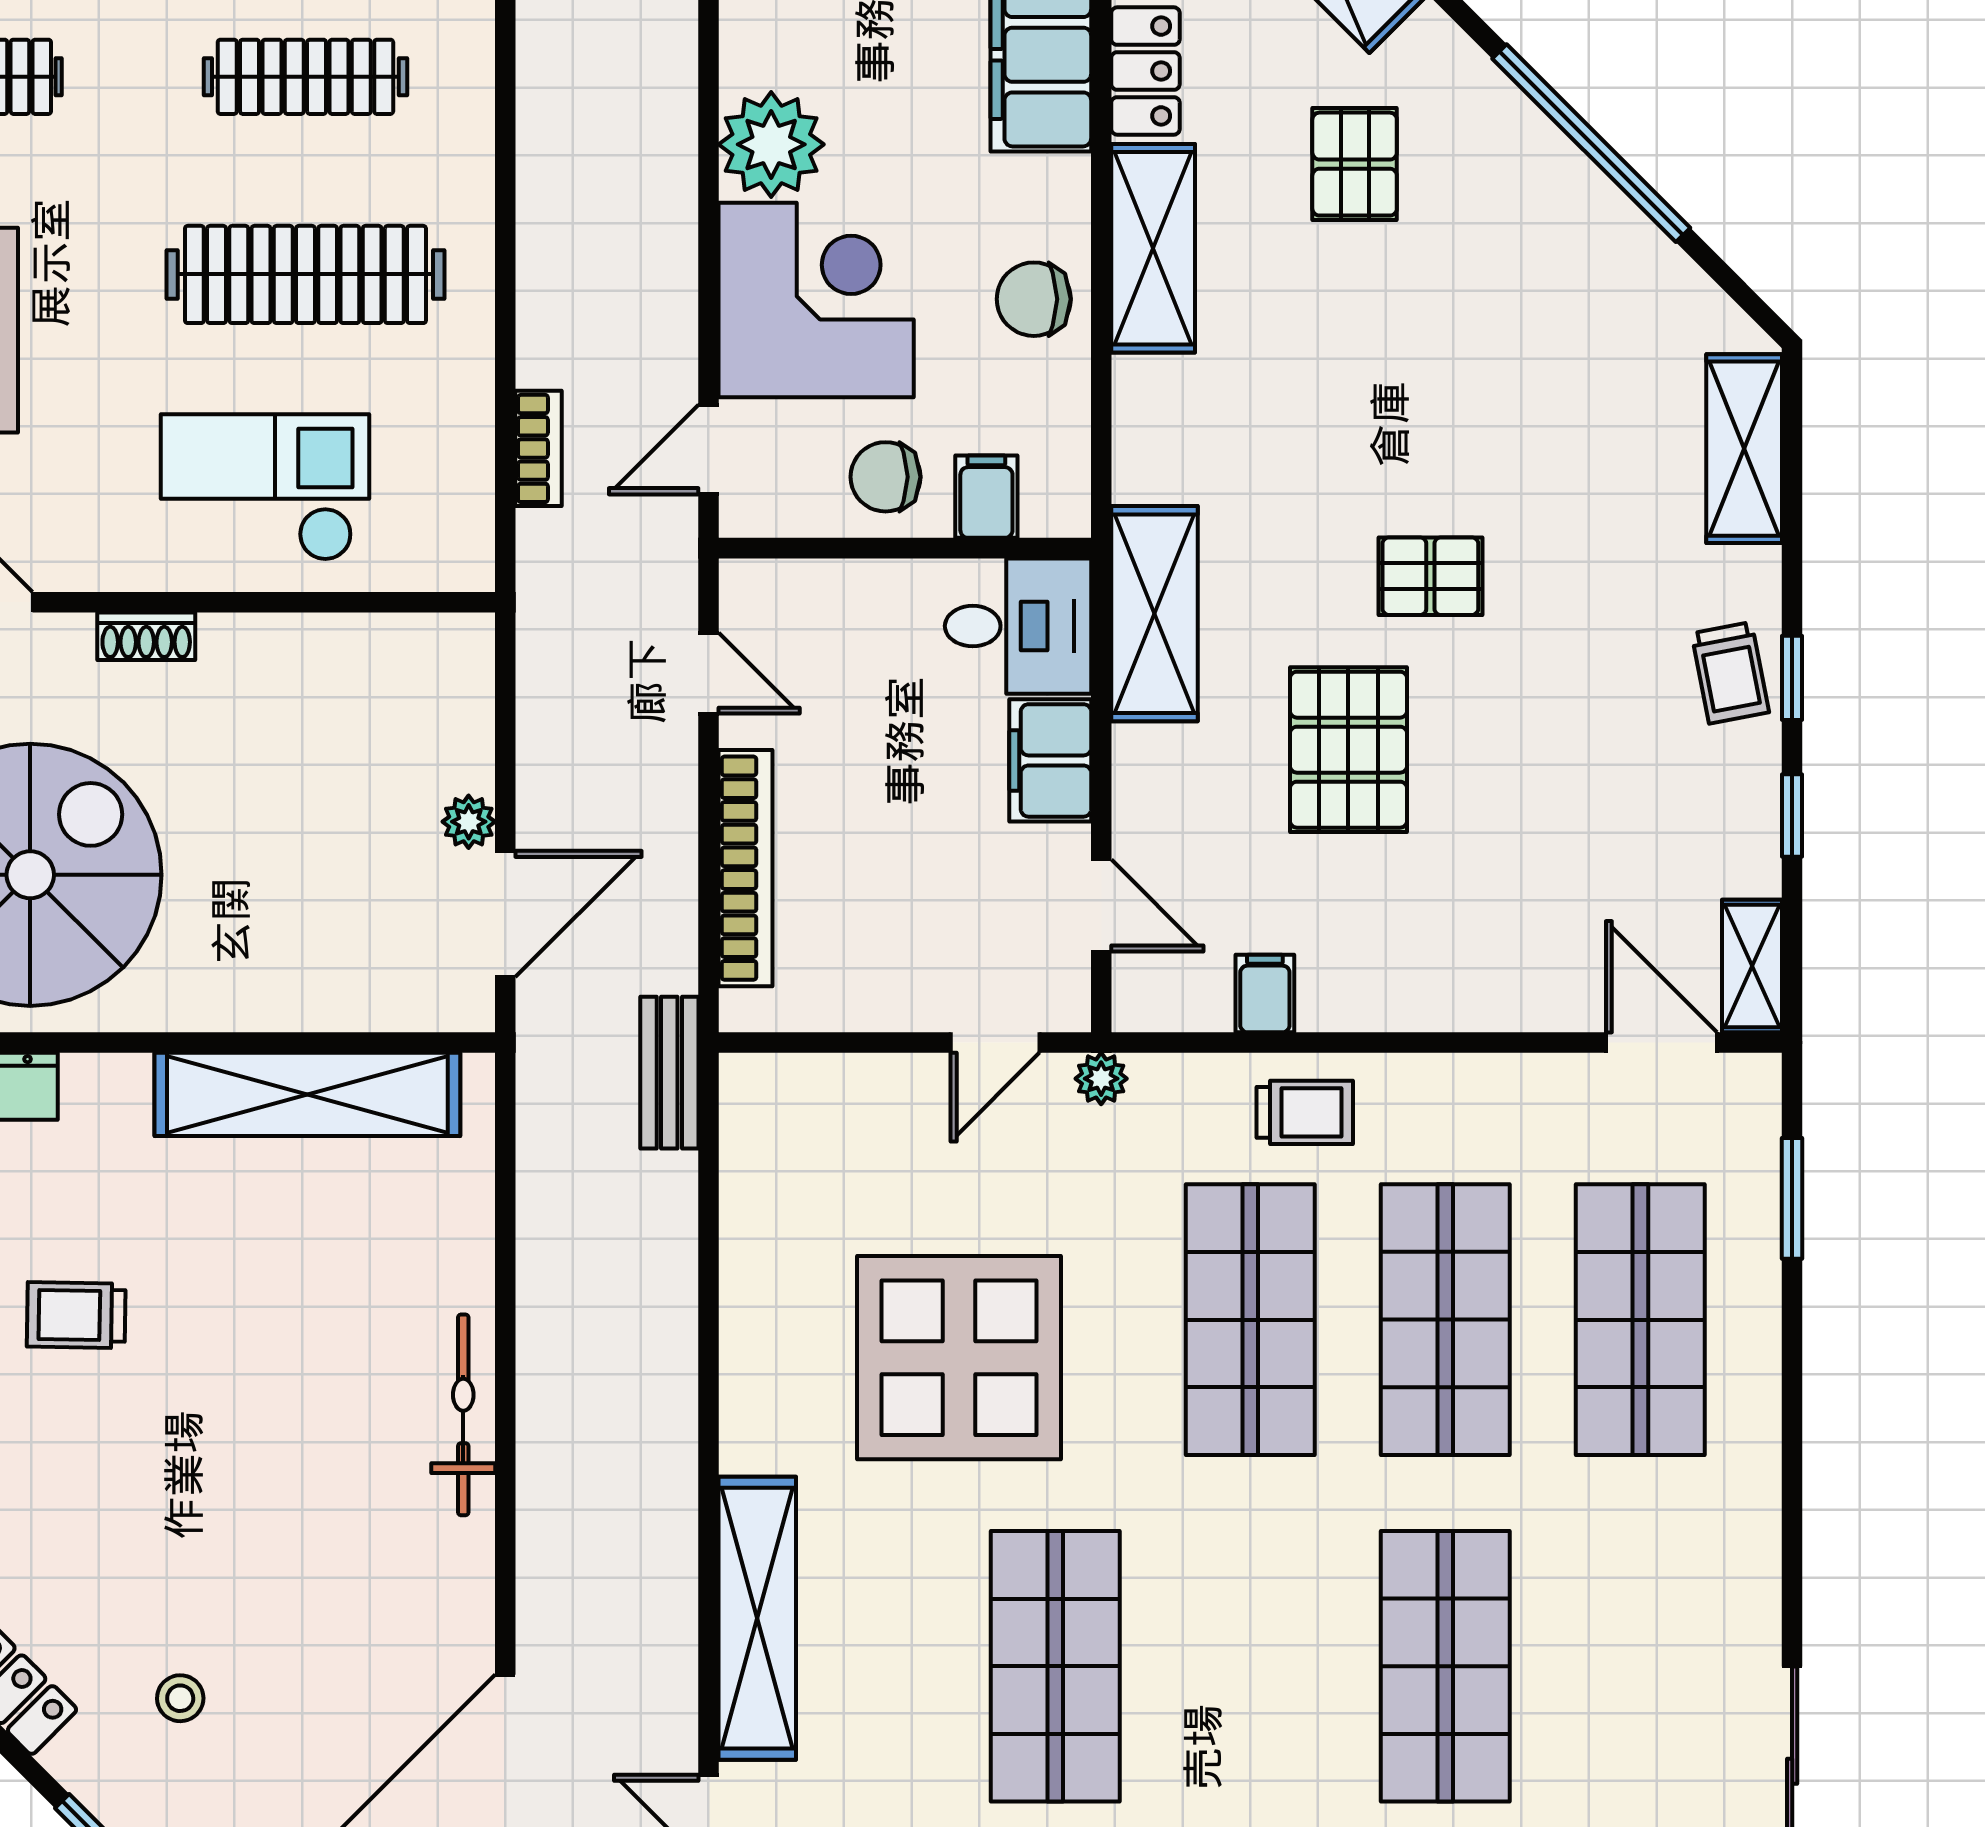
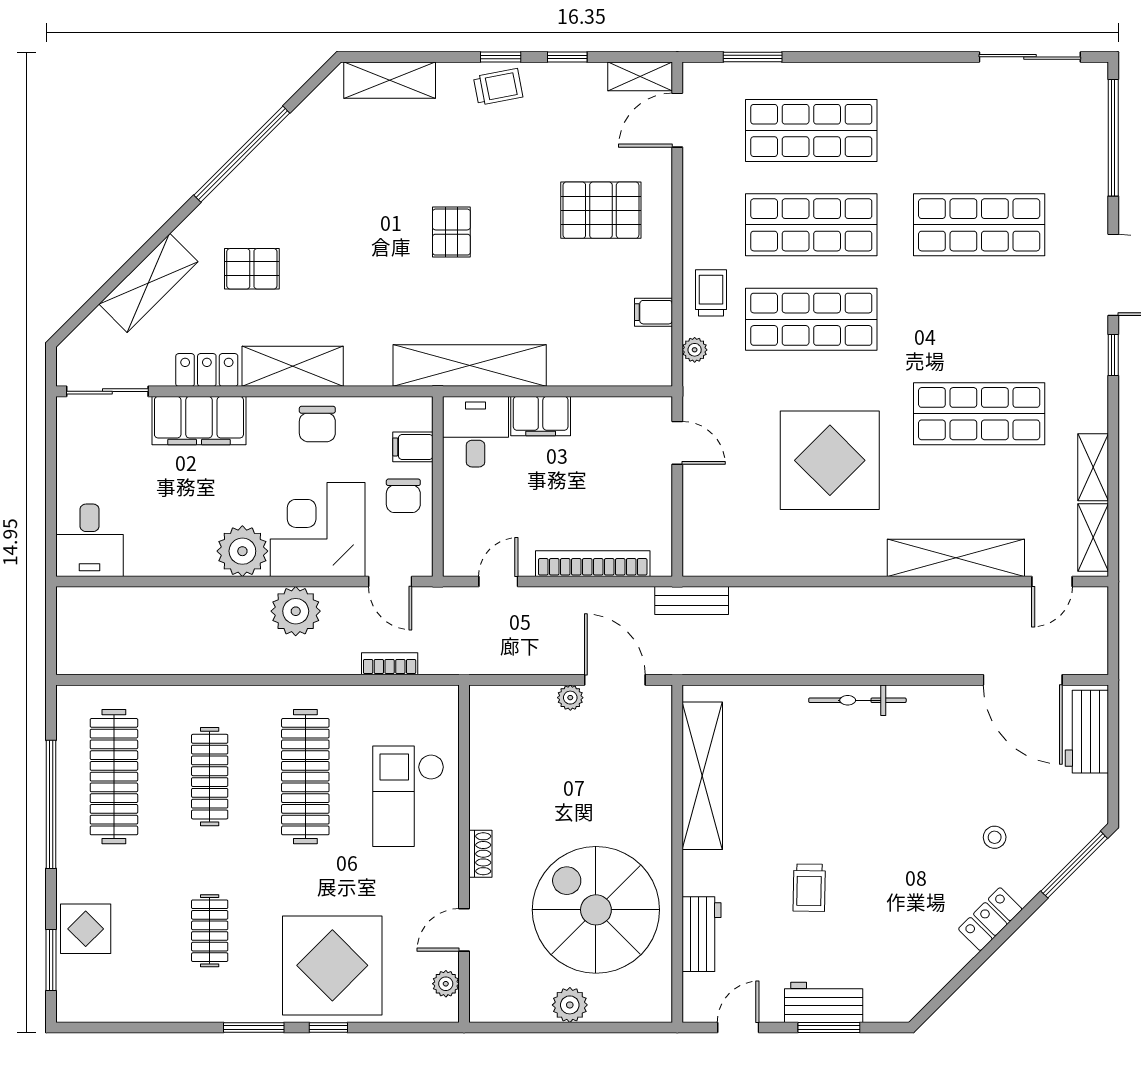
plant: (647, 255) -> (296, 611), added
shelving: (1155, 614) -> (470, 366), width x1.47
pallet: (1348, 750) -> (601, 210), moved
door: (1101, 905) -> (611, 391), removed
plant: (1101, 1079) -> (695, 350), moved

